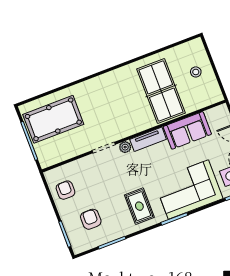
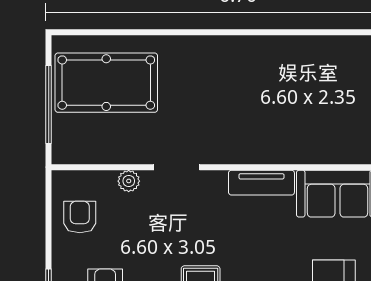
table tennis table: (161, 91) -> (317, 105), removed
plant: (125, 147) -> (129, 181), moved

